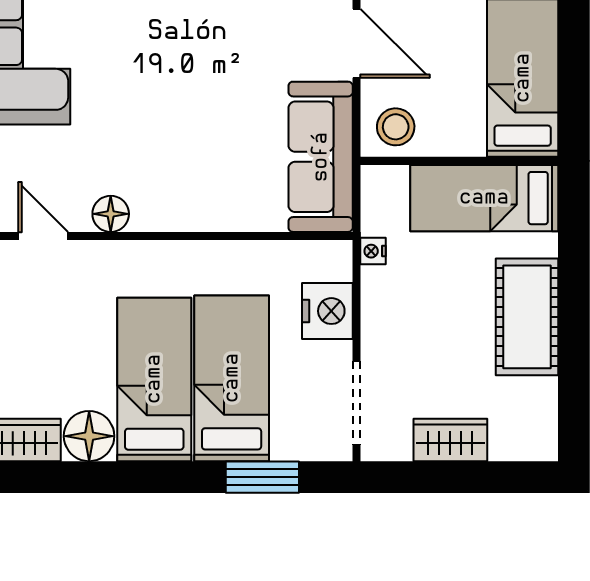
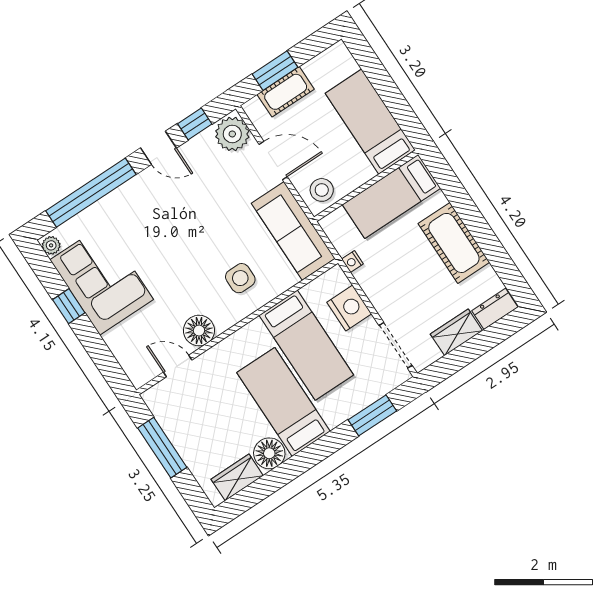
side table: (207, 173) -> (240, 278), added
floor lamp: (111, 214) -> (199, 331), width x1.38, depth x1.38
bed: (232, 378) -> (306, 345), moved, turned 180
dresser: (523, 443) -> (495, 309), added

